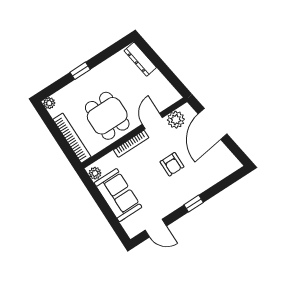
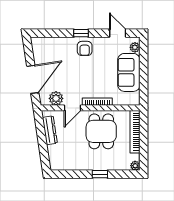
dresser: (140, 59) -> (50, 130), moved
armchair: (172, 164) -> (85, 48), moved, turned 180
plant: (95, 173) -> (135, 47), moved

